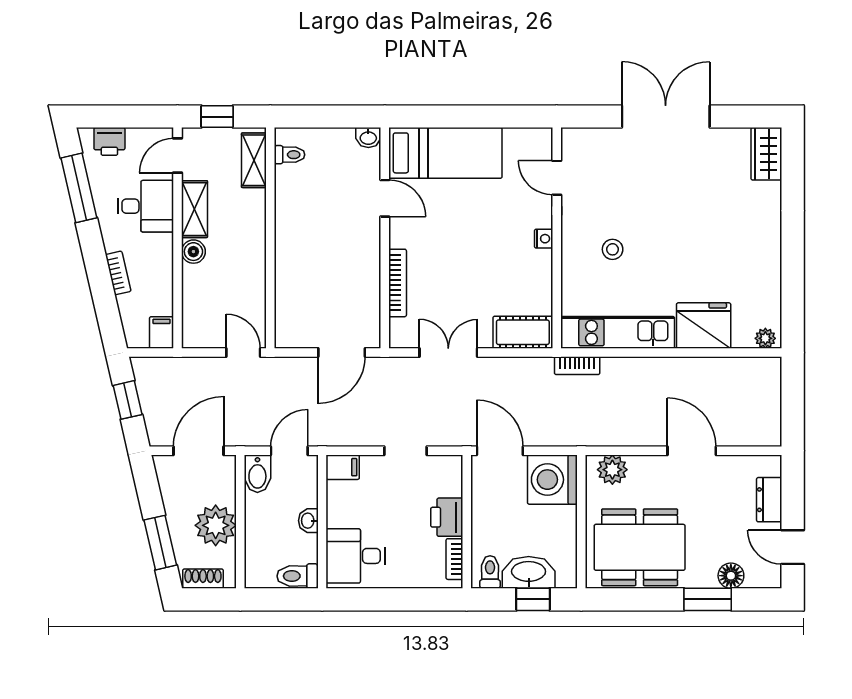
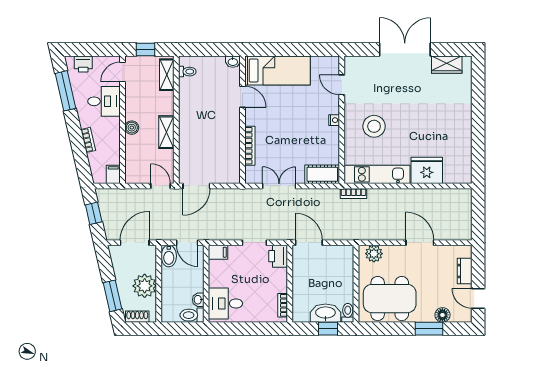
wardrobe: (766, 154) -> (447, 65), moved, turned -90
shelving: (194, 209) -> (166, 132), moved
stool: (613, 249) -> (374, 126), width x1.89, depth x1.89
plant: (765, 338) -> (462, 178), removed
door: (342, 353) -> (196, 186), moved
door: (289, 451) -> (187, 243), swing flipped
washing machine: (552, 480) -> (339, 259), removed
printer: (447, 517) -> (278, 256), moved
washbasin: (308, 521) -> (198, 300), moved
toilet: (490, 572) -> (348, 313), moved

